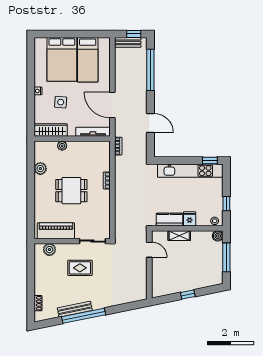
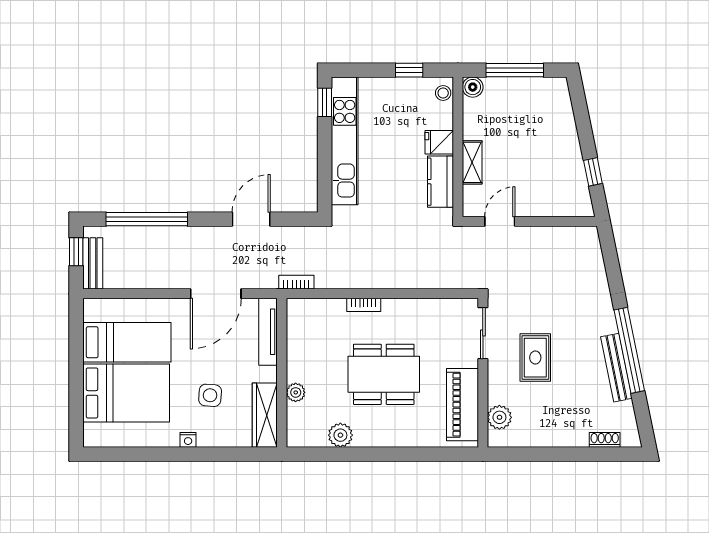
dining table: (71, 191) -> (384, 374), width x1.38
window: (188, 294) -> (593, 172), moved

